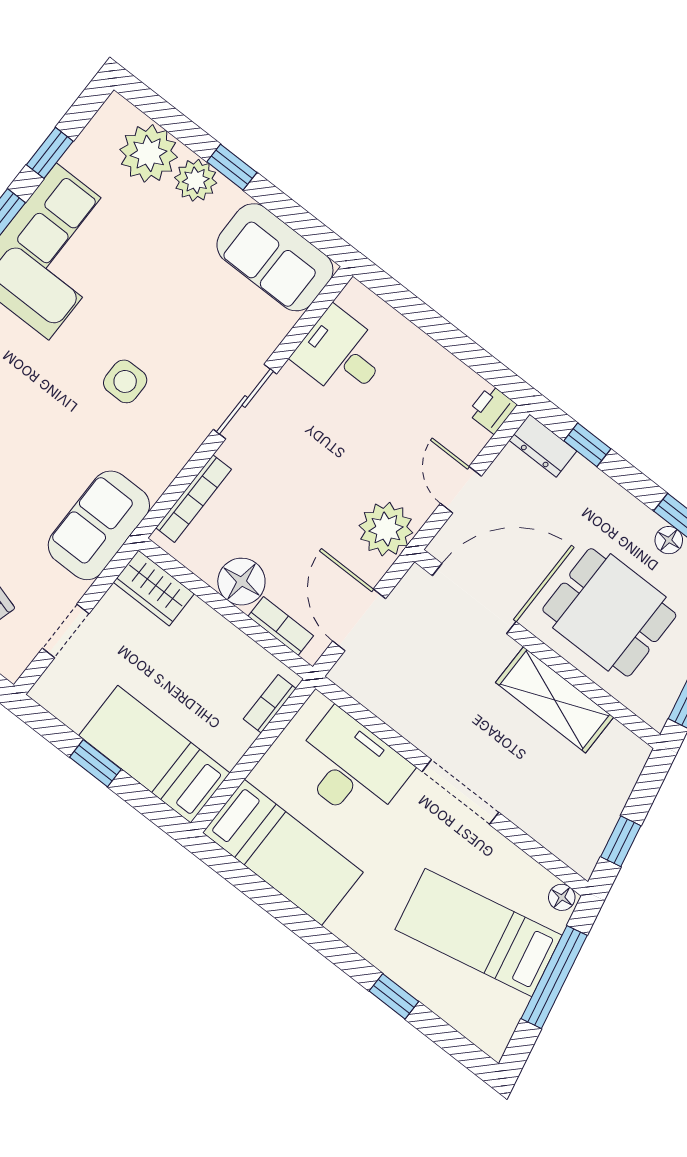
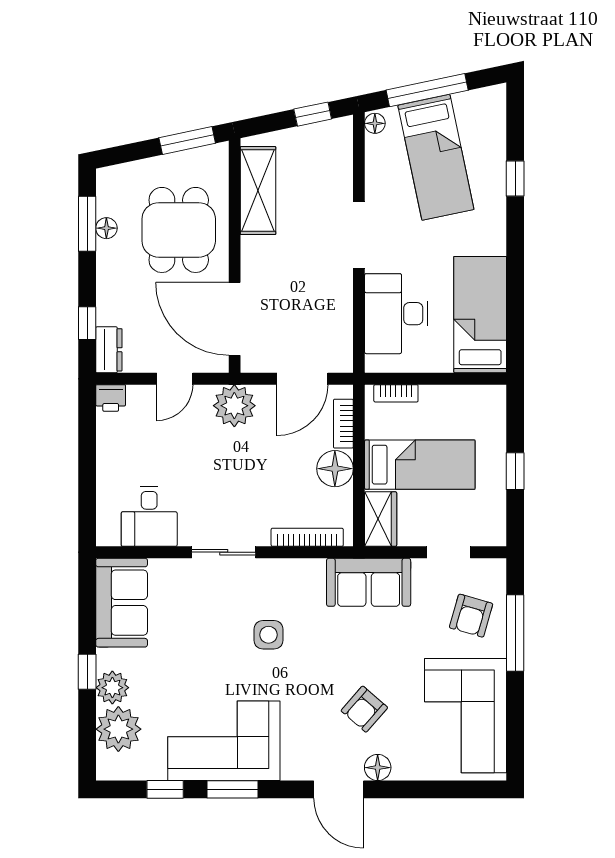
shelving: (555, 700) -> (258, 191), moved
bed: (154, 754) -> (420, 465), moved, turned -90

